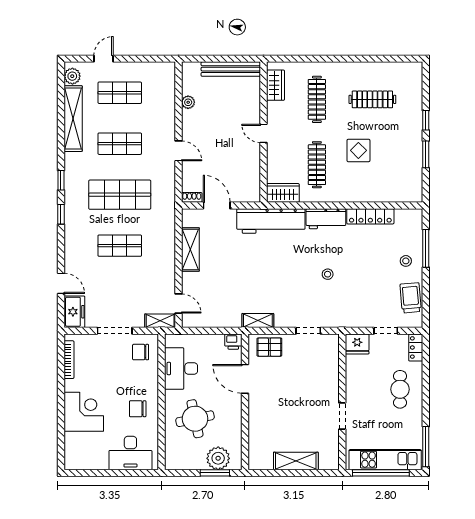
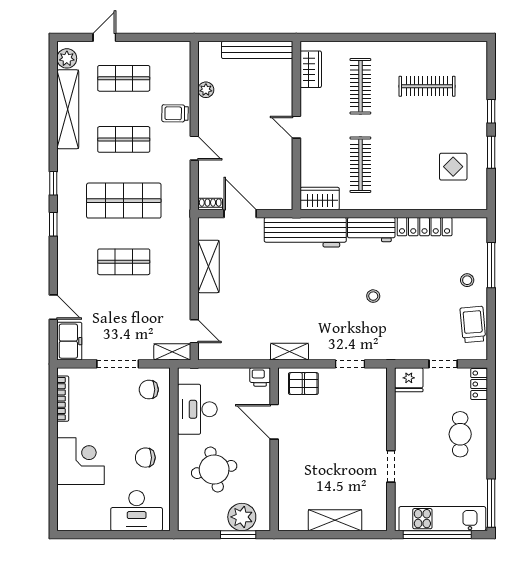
trolley: (162, 122) -> (175, 113), added
display table: (358, 150) -> (453, 167), moved

